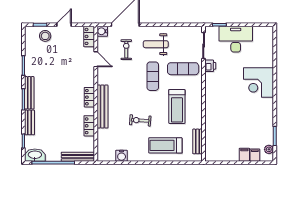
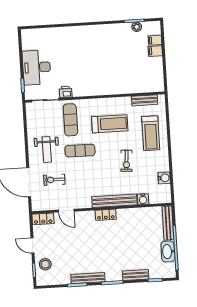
water cooler: (102, 31) -> (143, 199), moved
door: (96, 59) -> (66, 211), swing flipped
corner desk: (259, 82) -> (80, 41), removed
bench: (29, 93) -> (88, 278), moved
locker: (89, 126) -> (135, 213), removed
plant: (269, 149) -> (137, 27), moved
washbasin: (35, 155) -> (168, 252), moved

